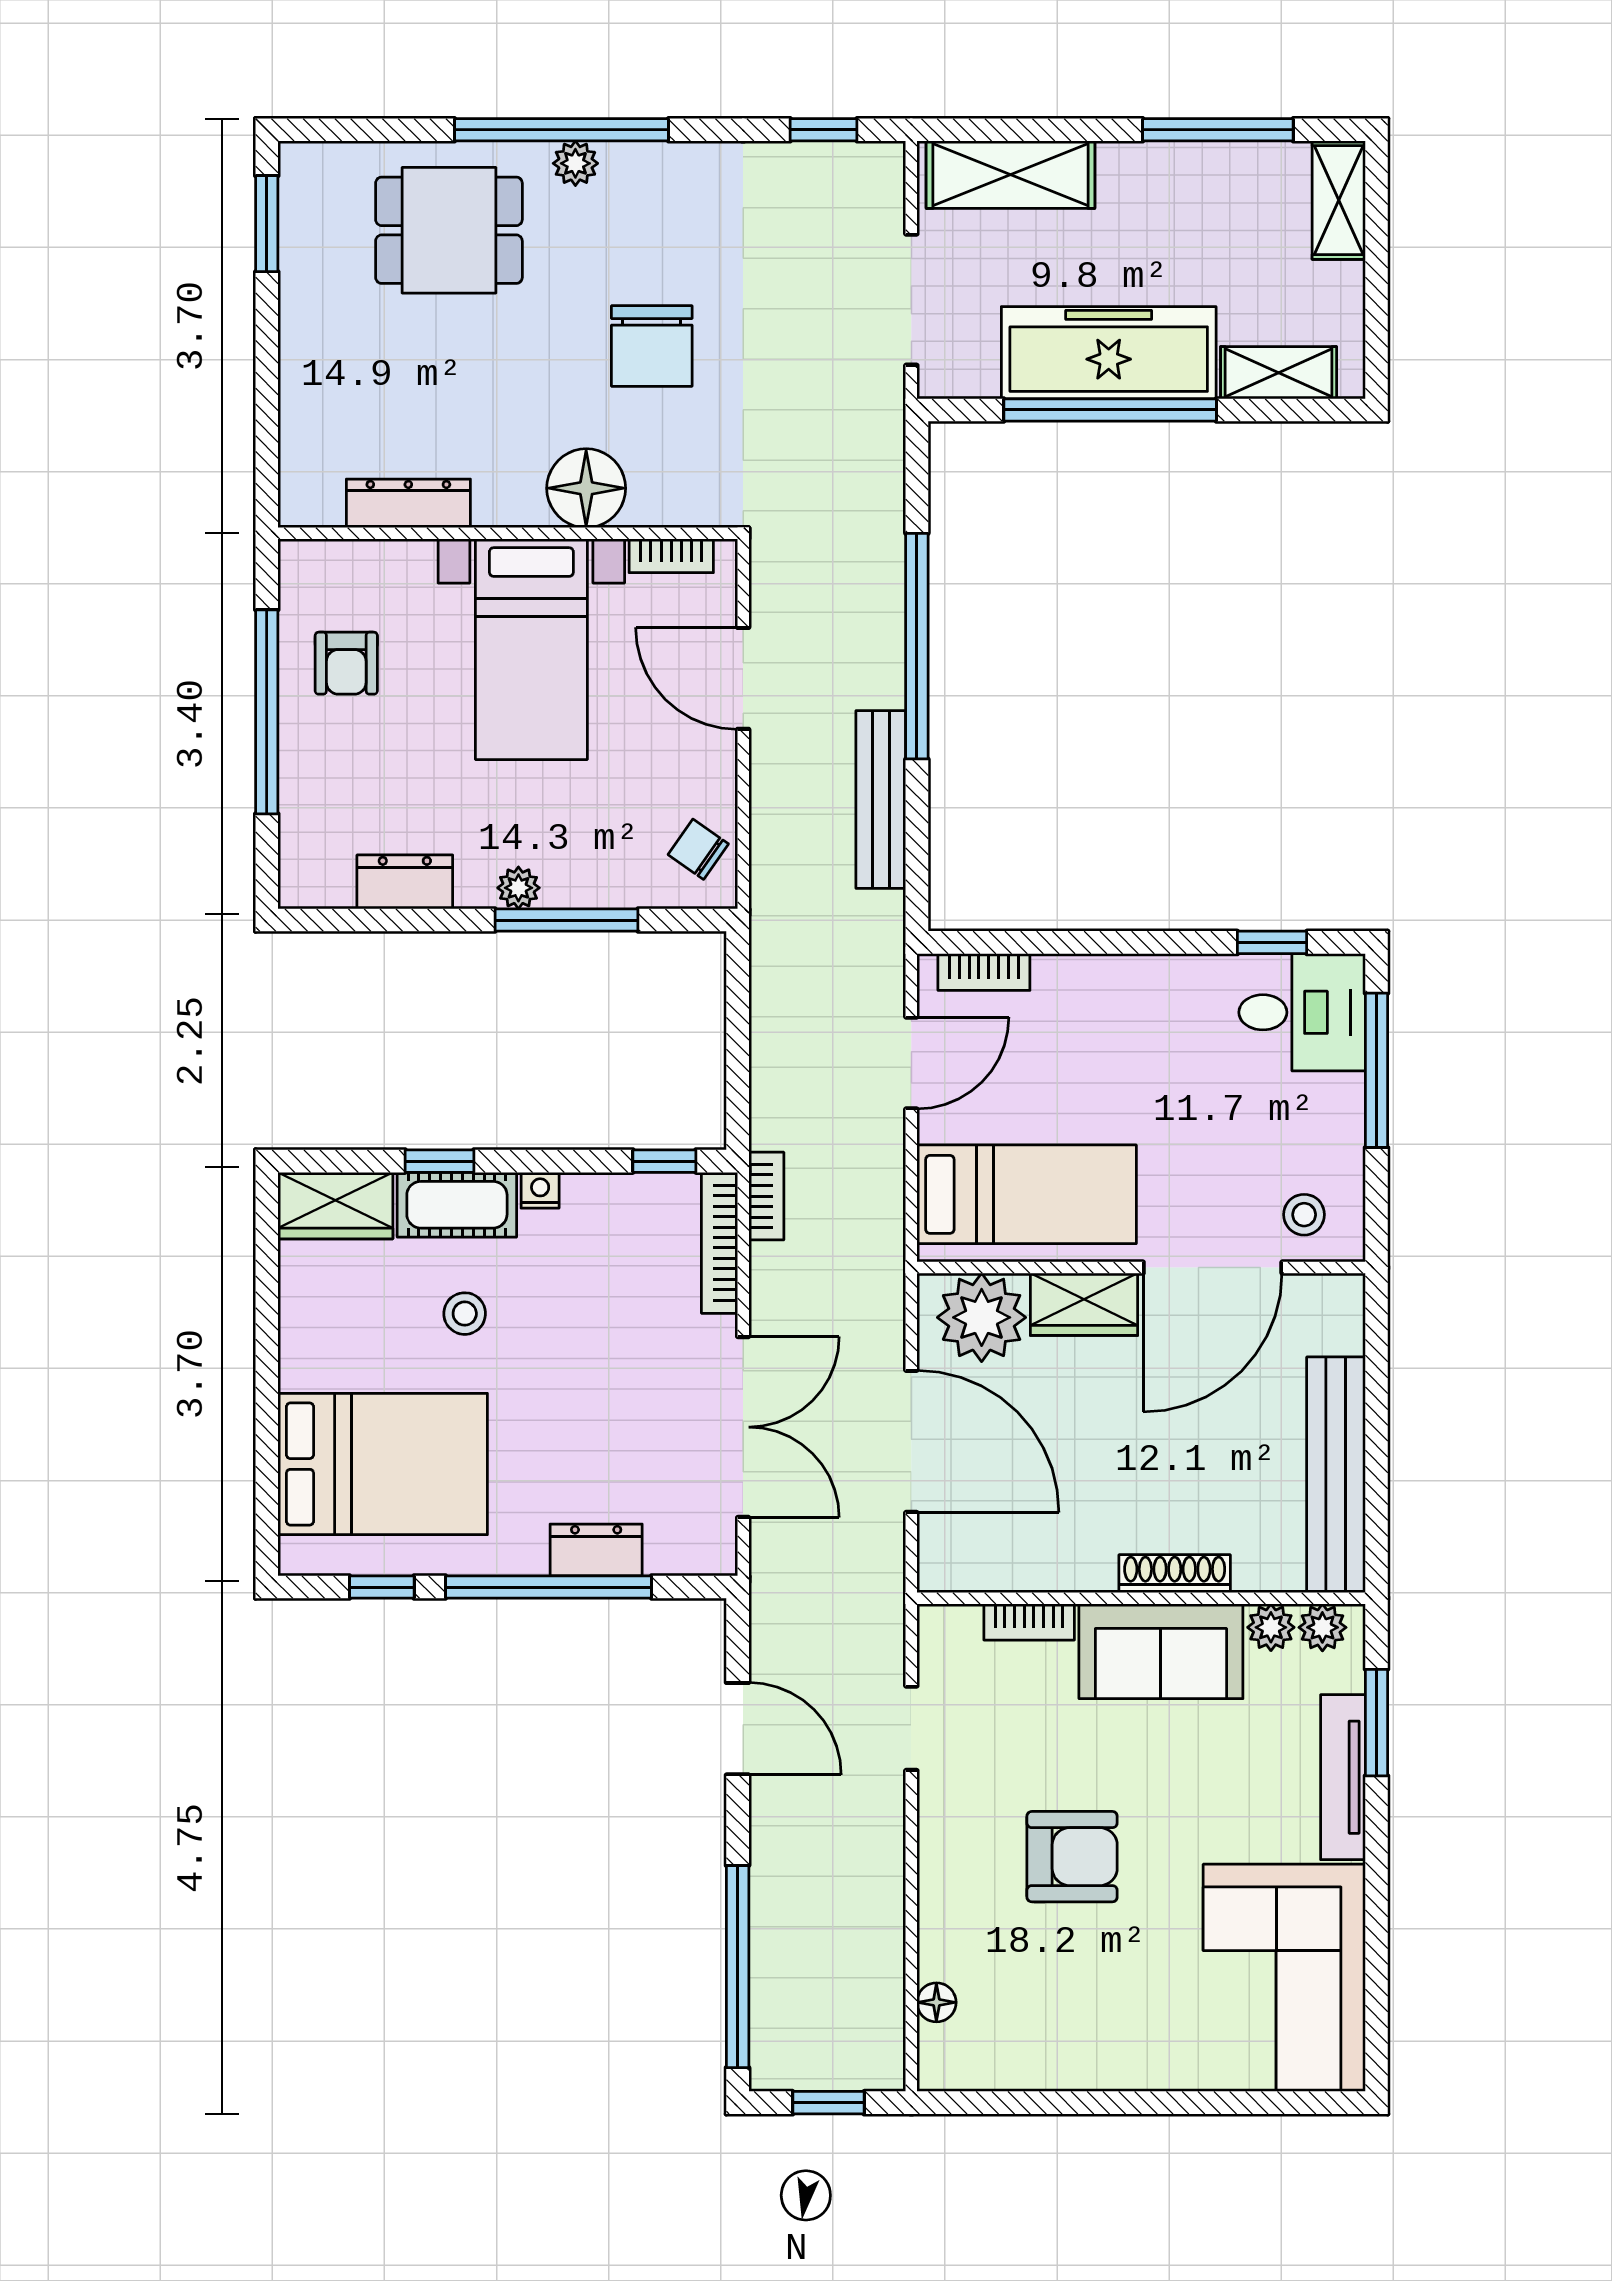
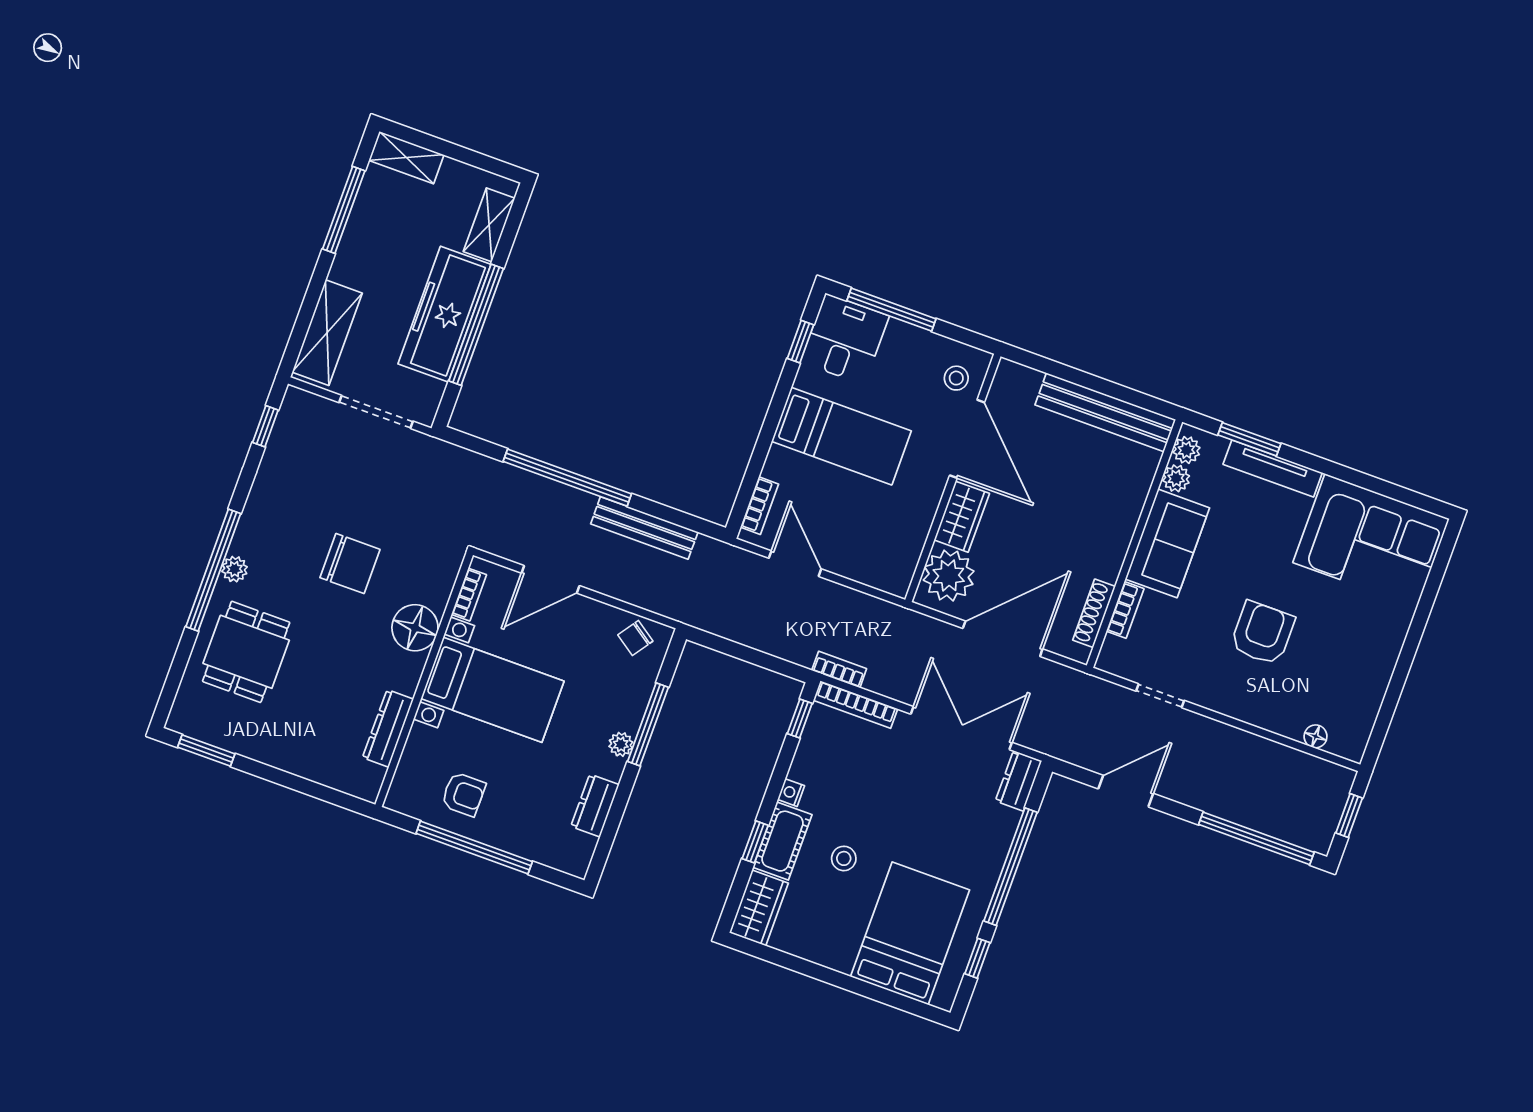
bed: (1027, 1194) -> (841, 436), moved, turned 90
dresser: (596, 1550) -> (1019, 781), moved
shoe rack: (1175, 1574) -> (1094, 613), moved

